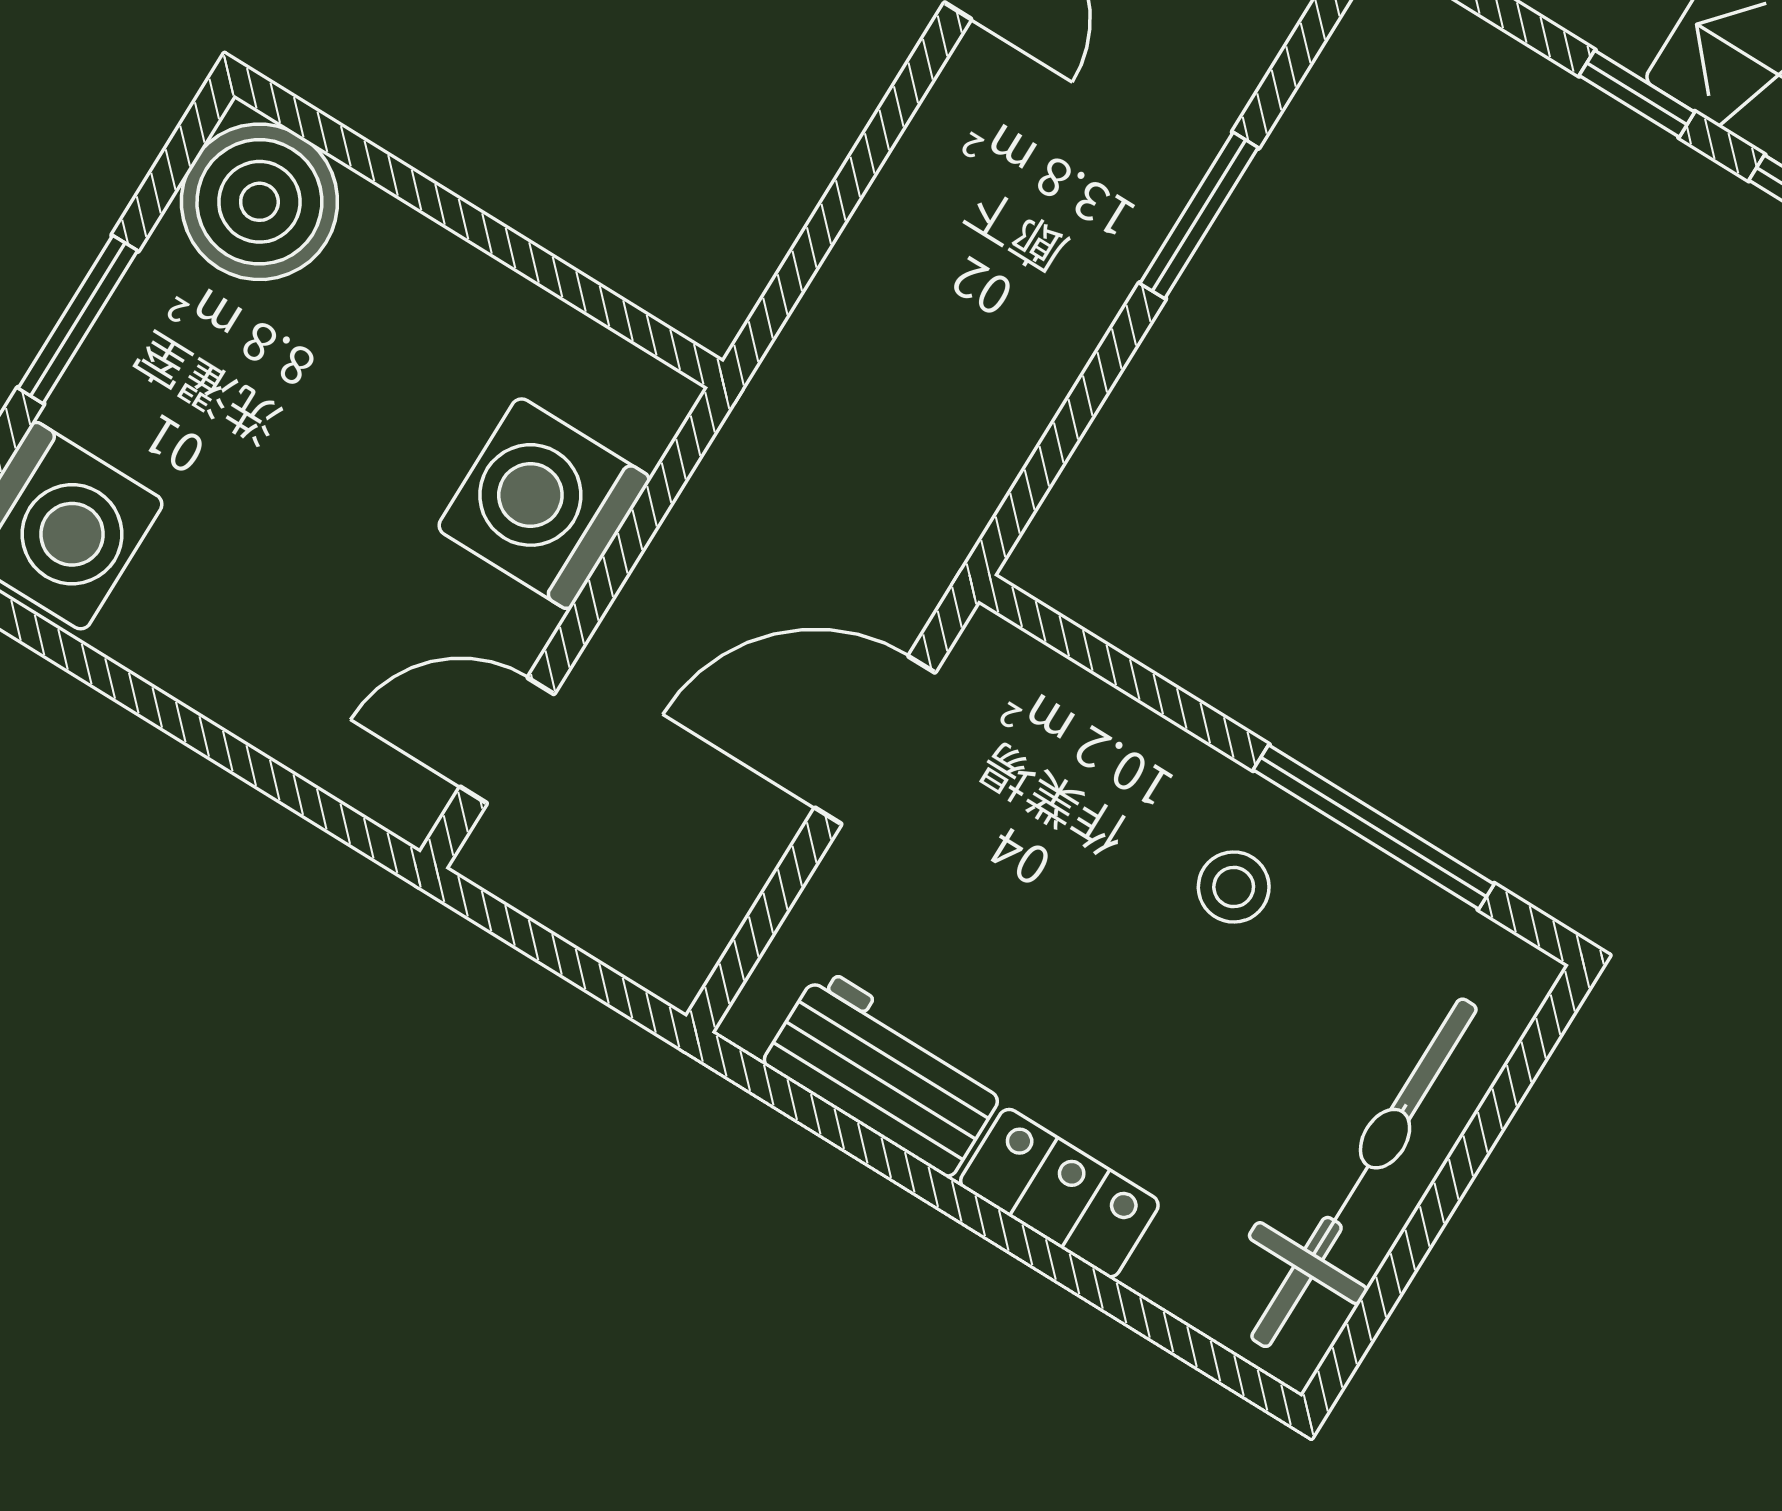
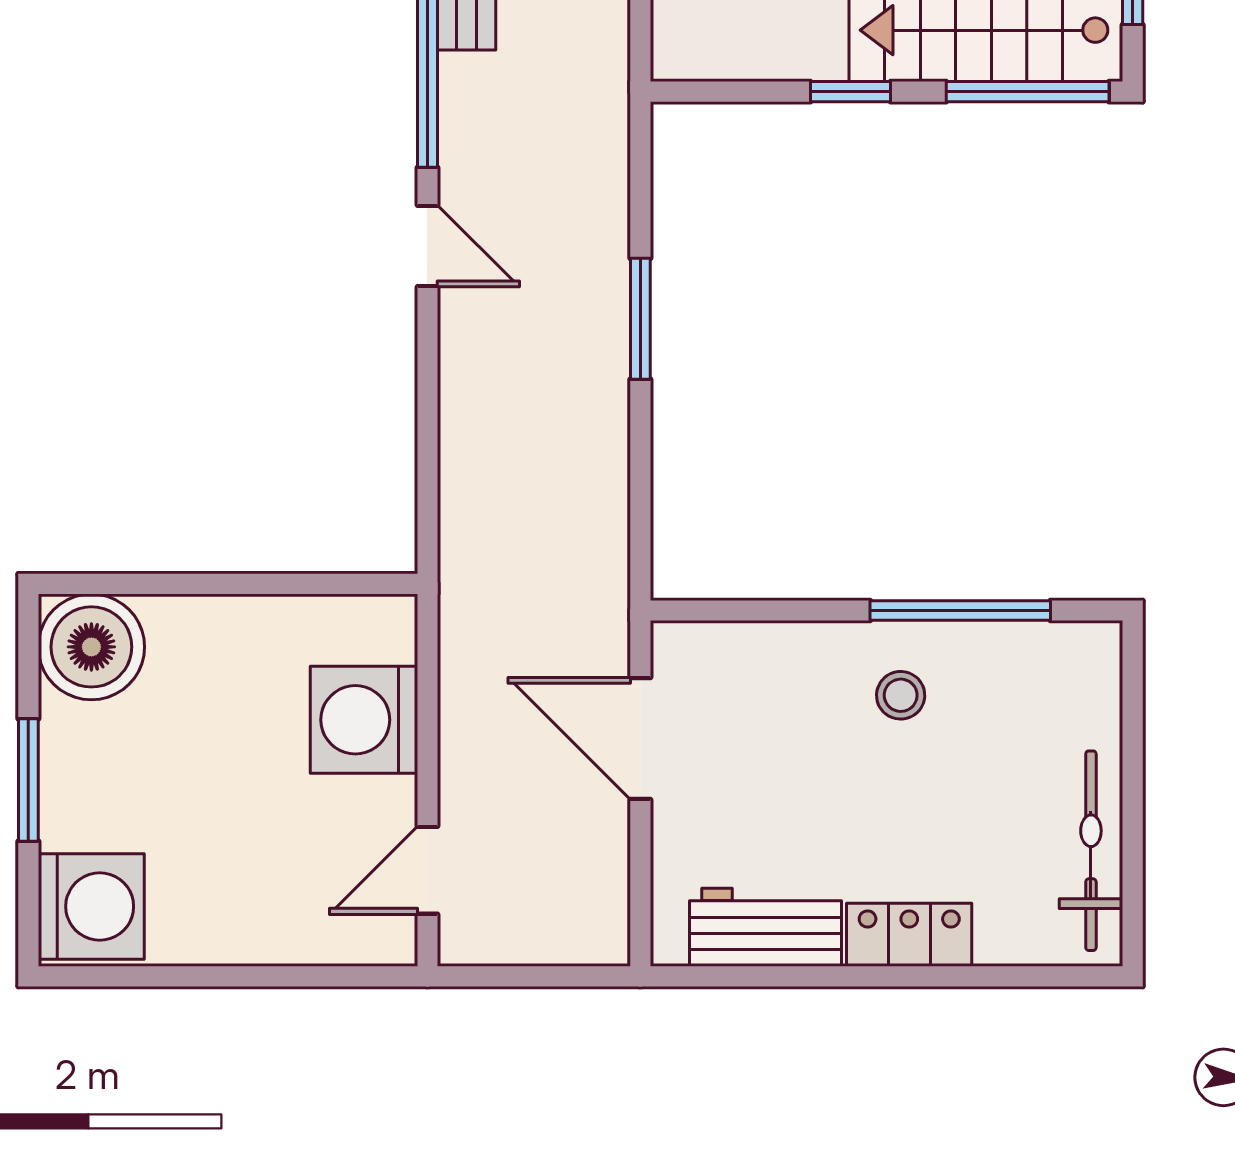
door: (875, 740) -> (640, 739), hinge flipped
bicycle: (1364, 1173) -> (1091, 851), width x0.73, depth x0.71

